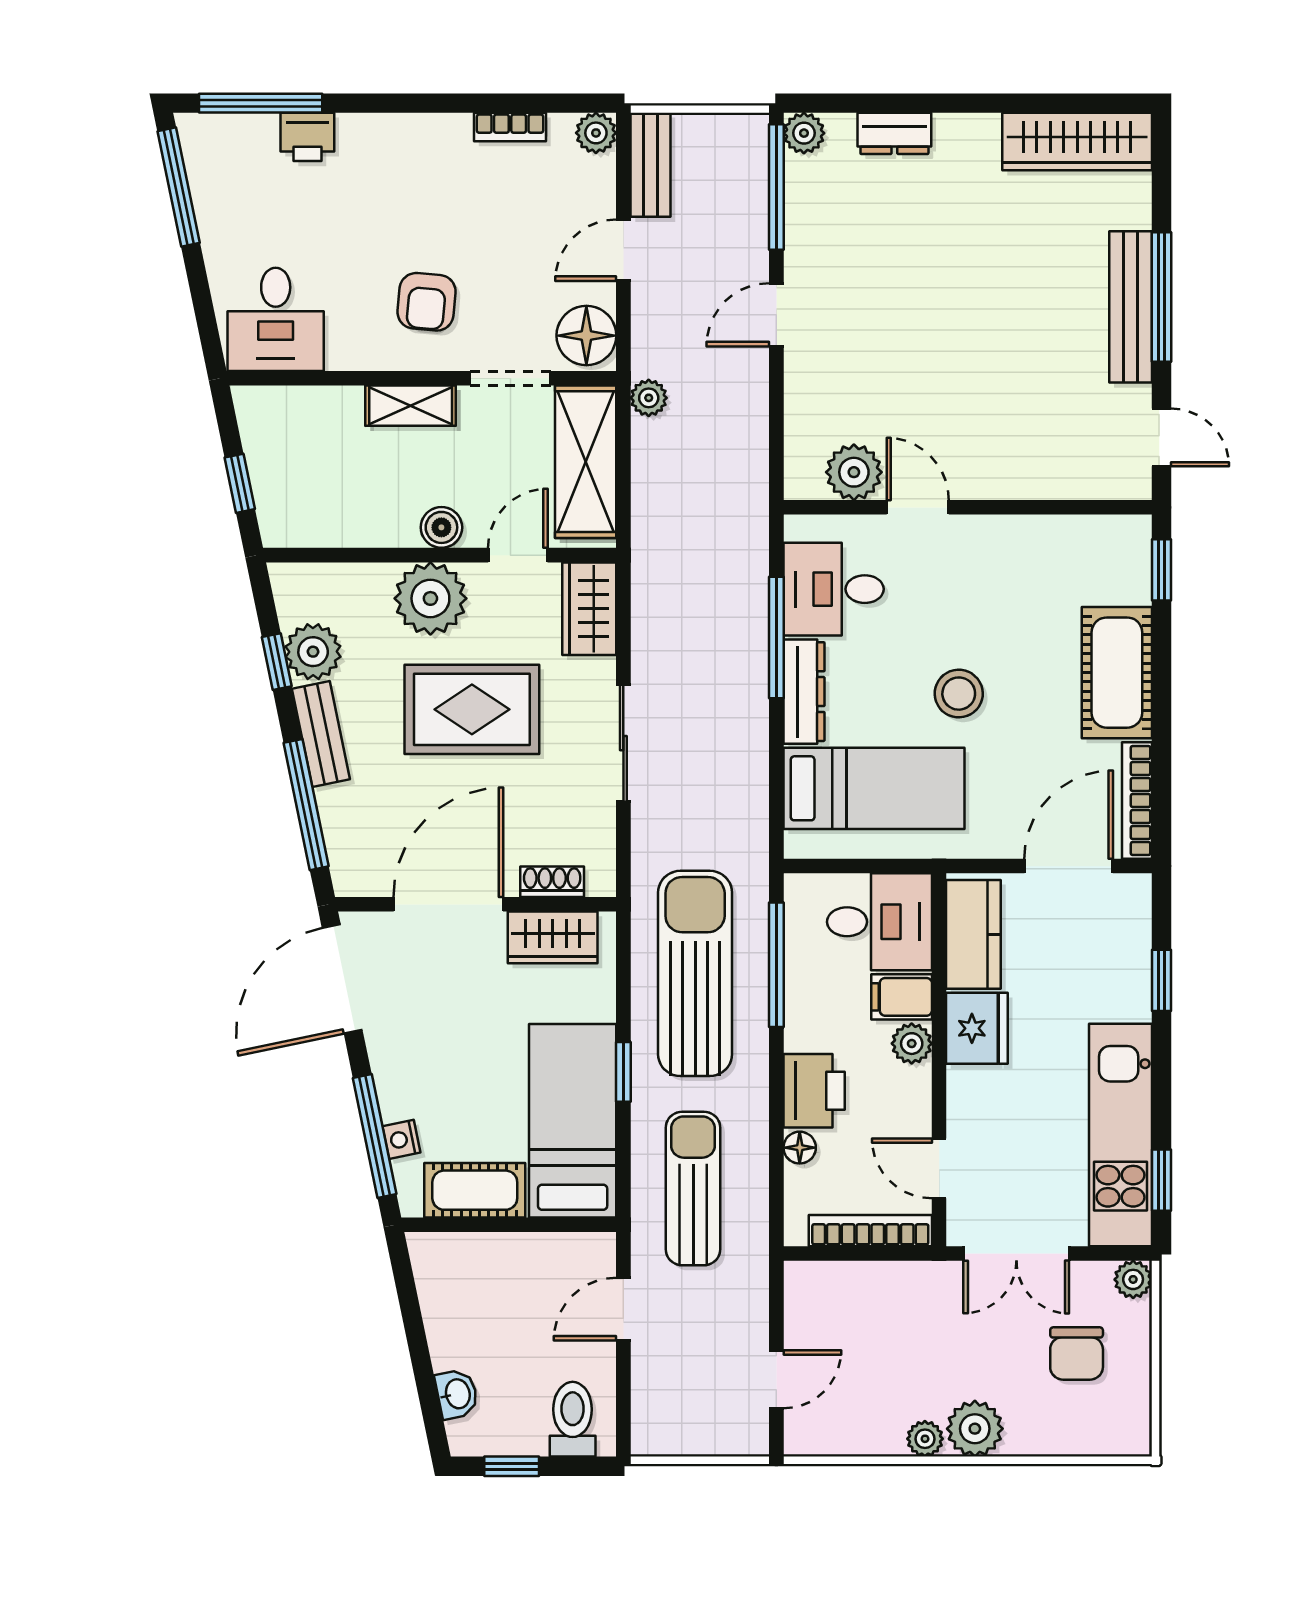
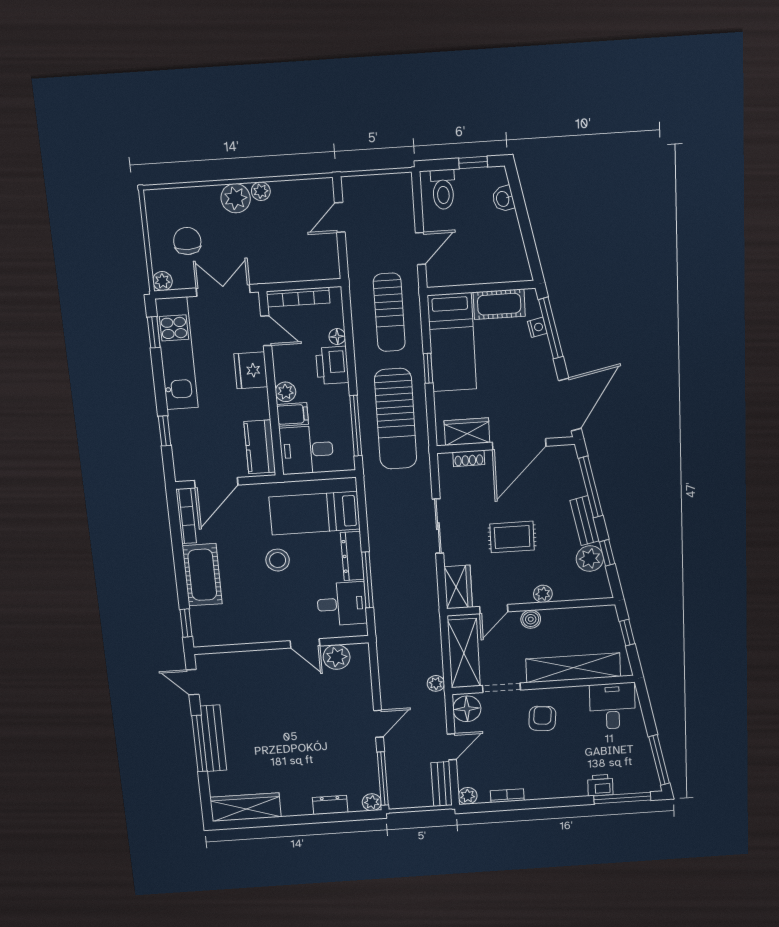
shelving: (411, 406) -> (573, 668), width x2.20, depth x1.33
plant: (430, 598) -> (543, 594), width x0.53, depth x0.53
rug: (472, 709) -> (512, 537), width x0.73, depth x0.70
fridge: (977, 1028) -> (251, 370), moved

